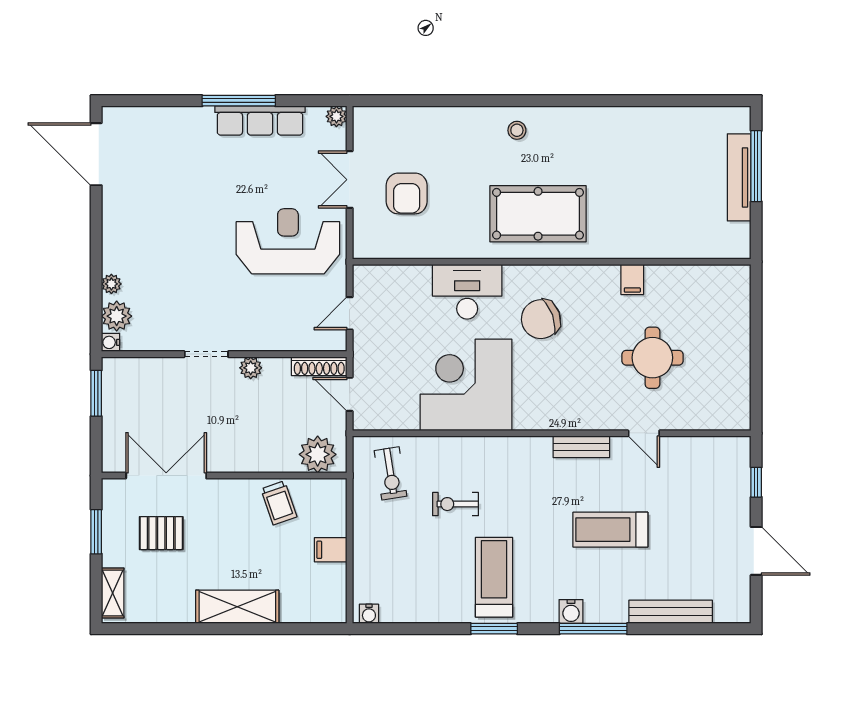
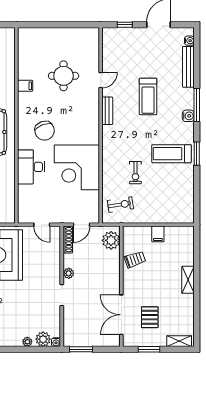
shelving: (237, 607) -> (188, 280), width x0.67, depth x0.75
water cooler: (369, 614) -> (189, 41), moved

